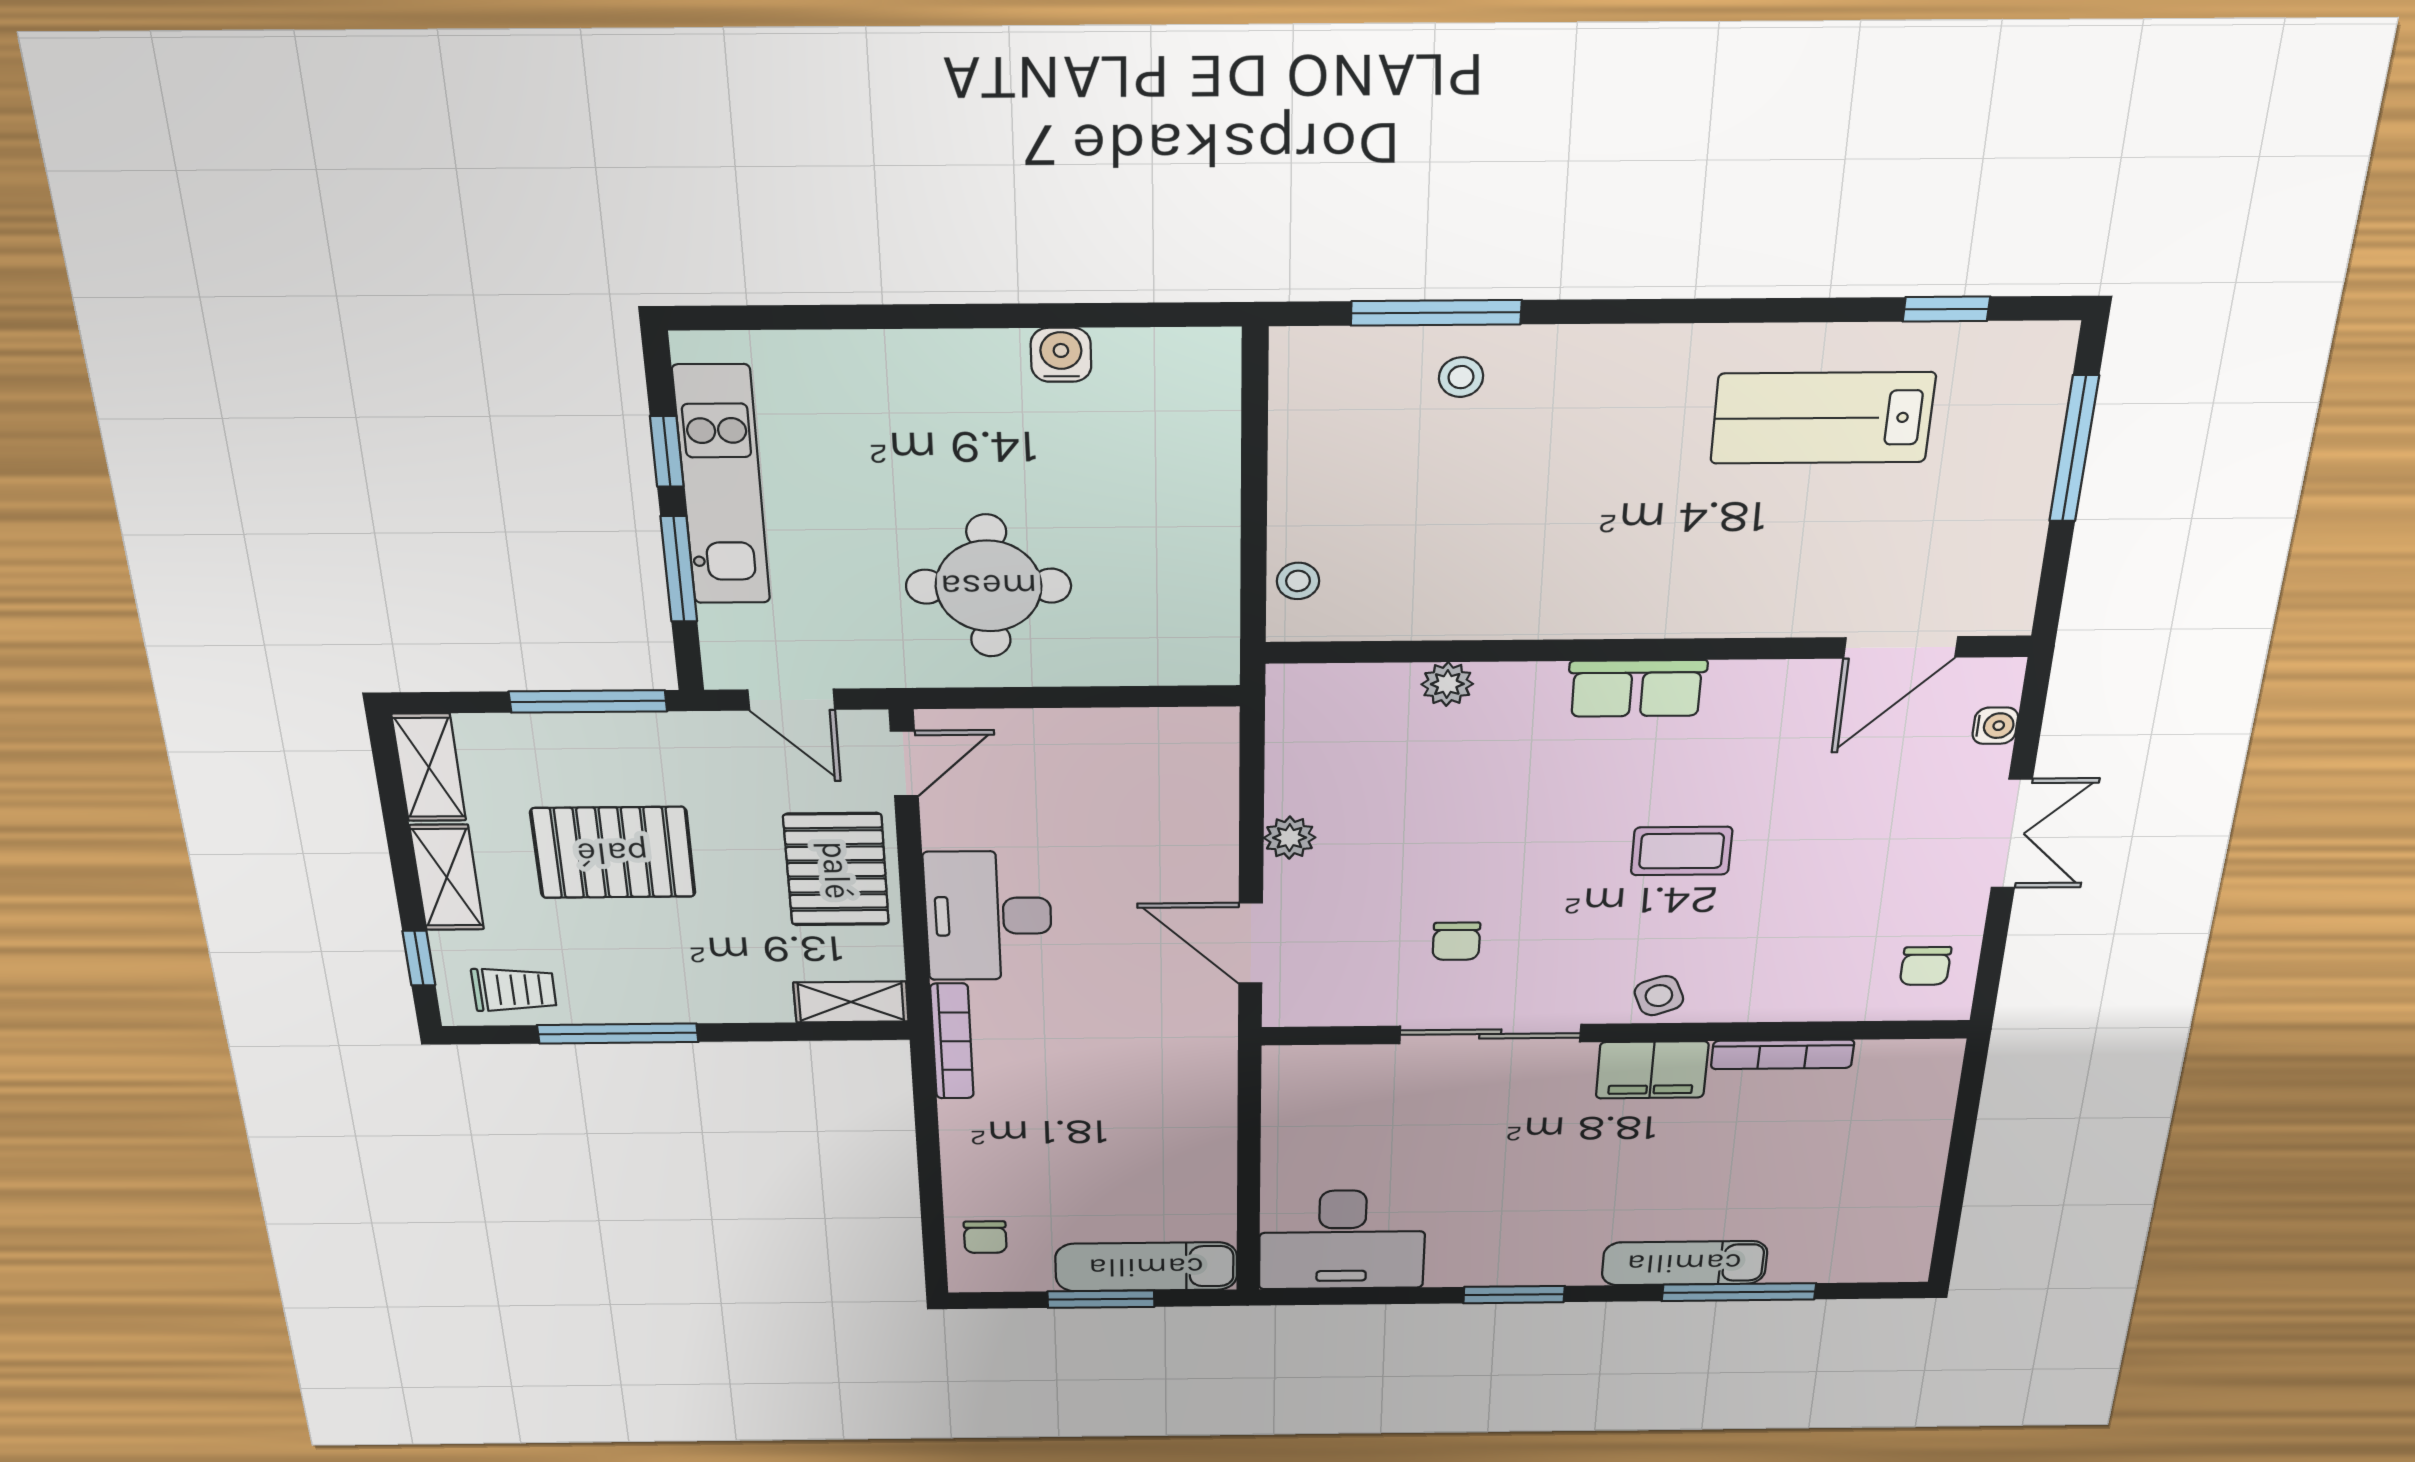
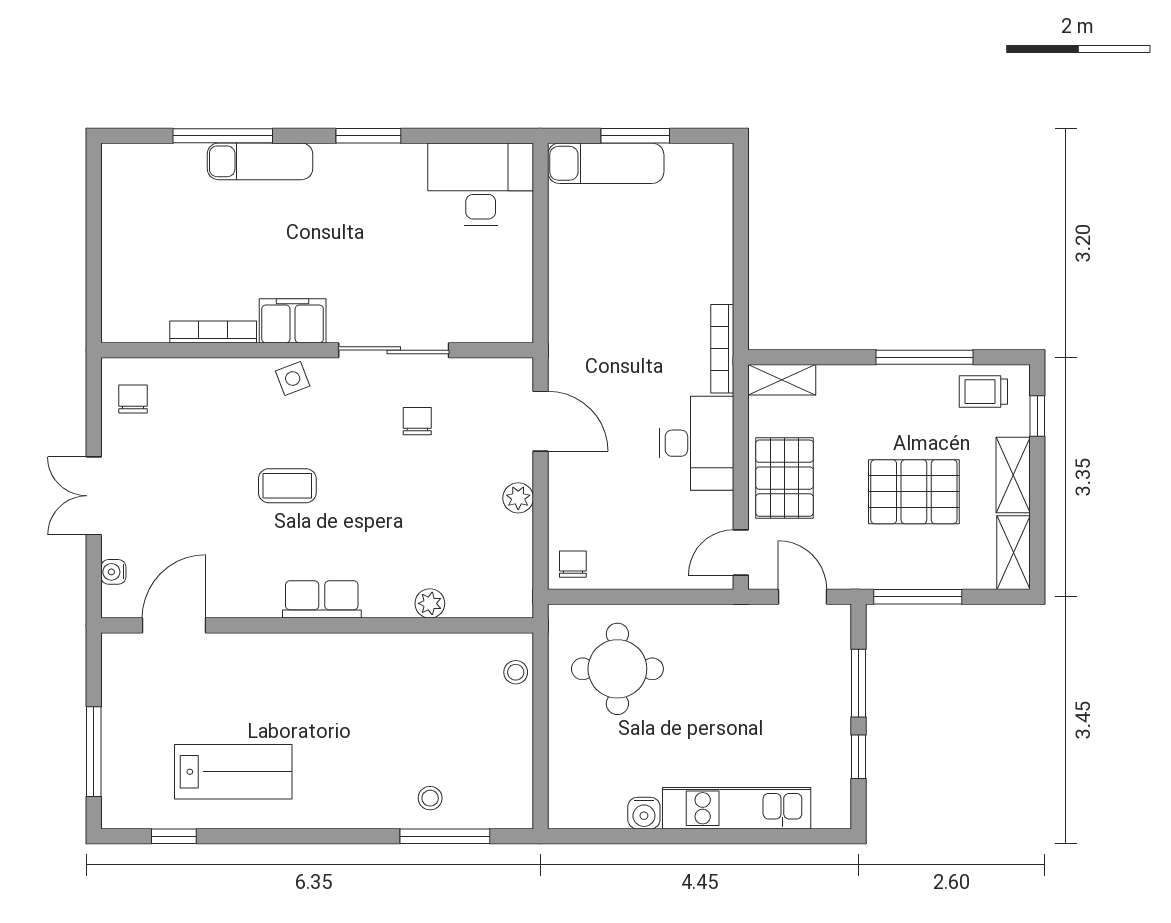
kitchen unit: (722, 486) -> (737, 808), moved, turned 90
round table: (989, 586) -> (617, 669), moved
chair: (985, 1237) -> (573, 564), moved

